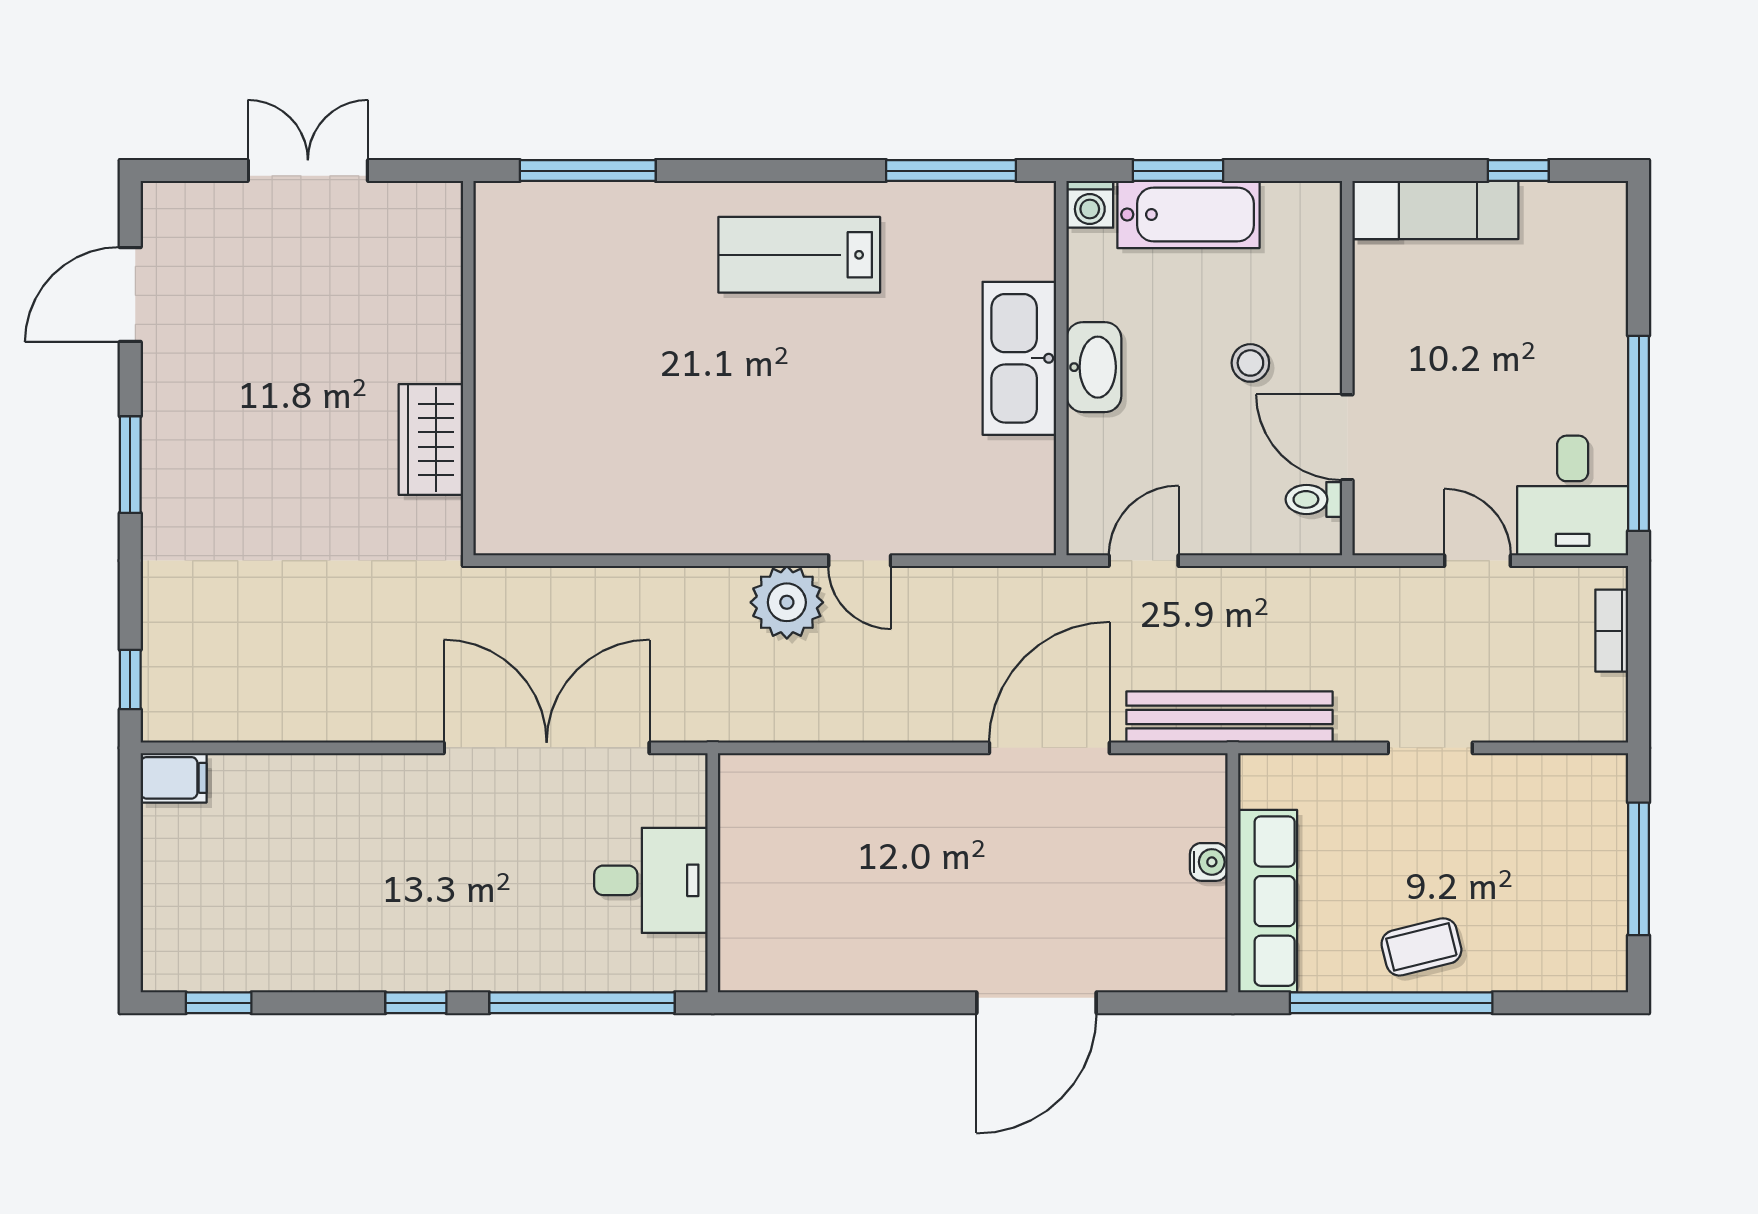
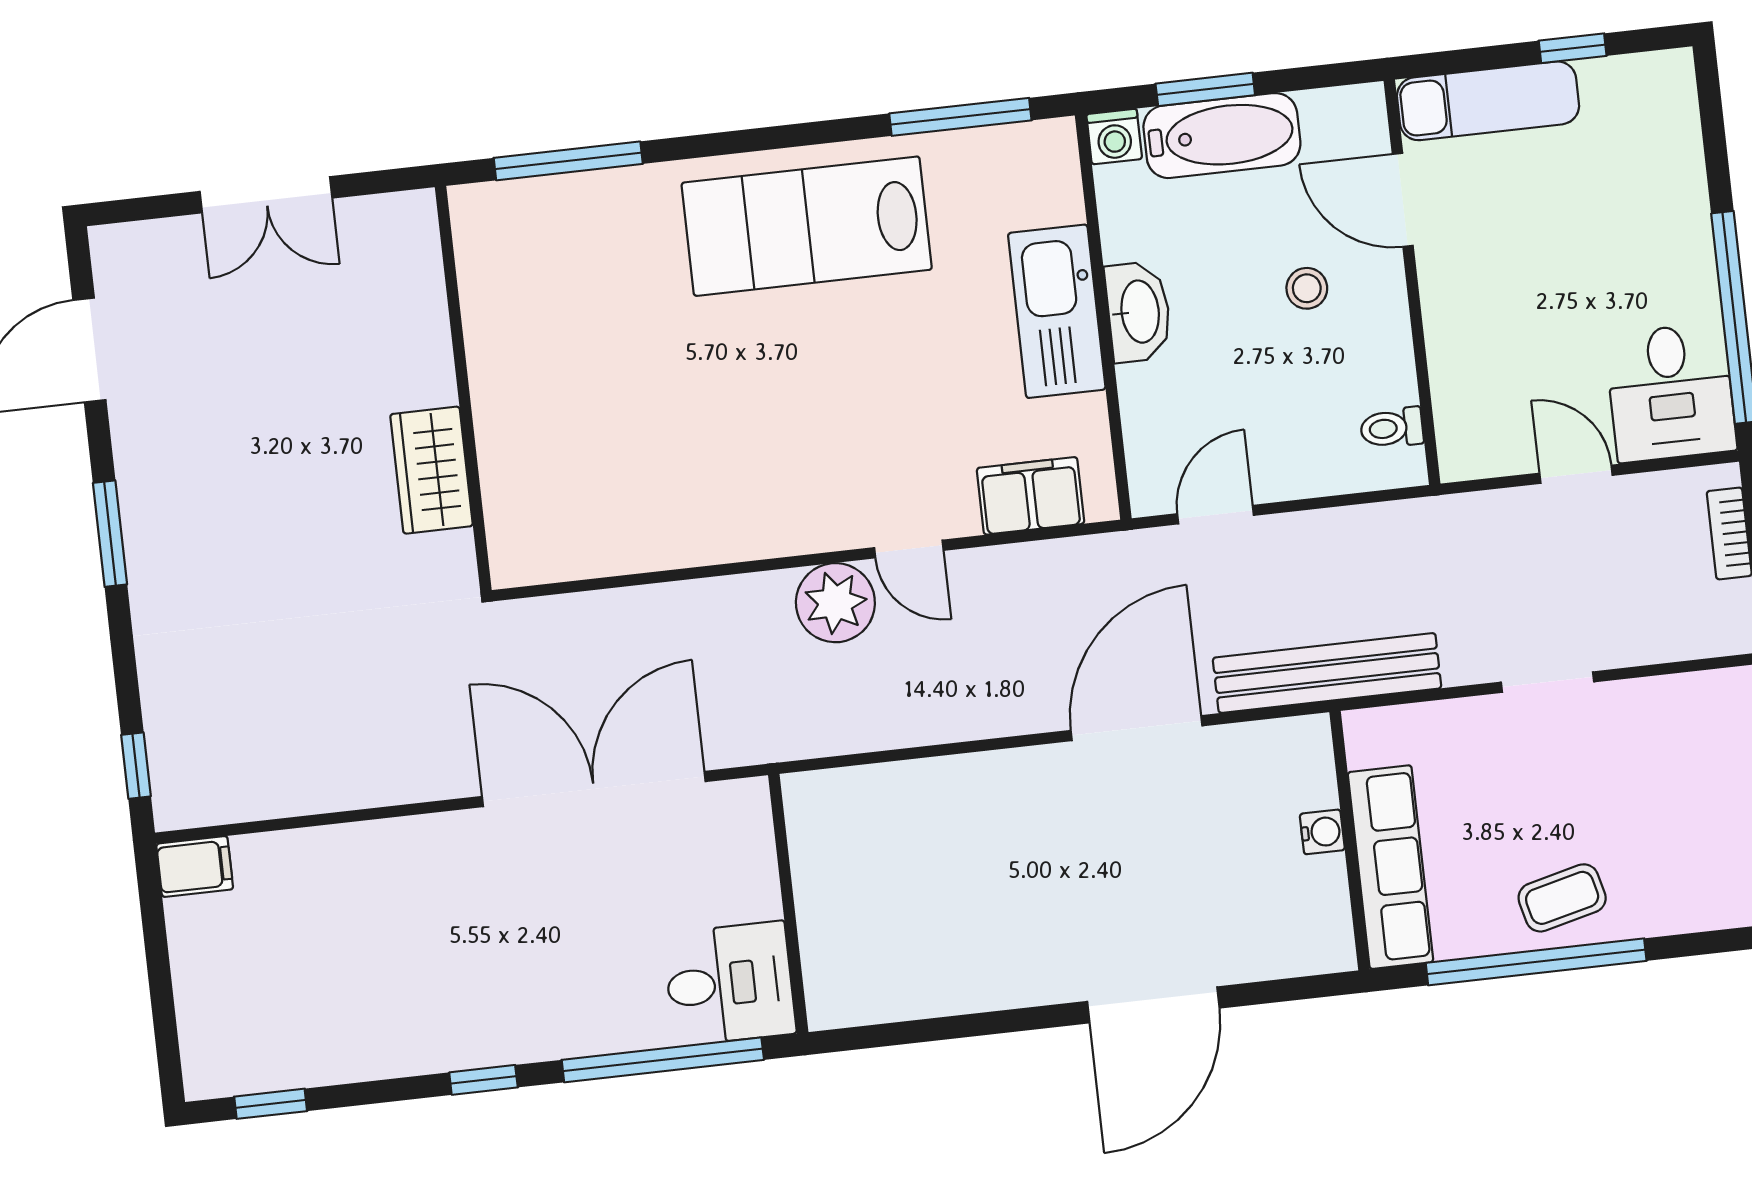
double door: (308, 171) -> (266, 195), swing flipped
lab bench: (799, 255) -> (807, 226), width x1.36, depth x1.39
door: (1347, 437) -> (1403, 200), moved
filing cabinet: (976, 524) -> (1031, 496), added
desk: (651, 880) -> (729, 984), moved

